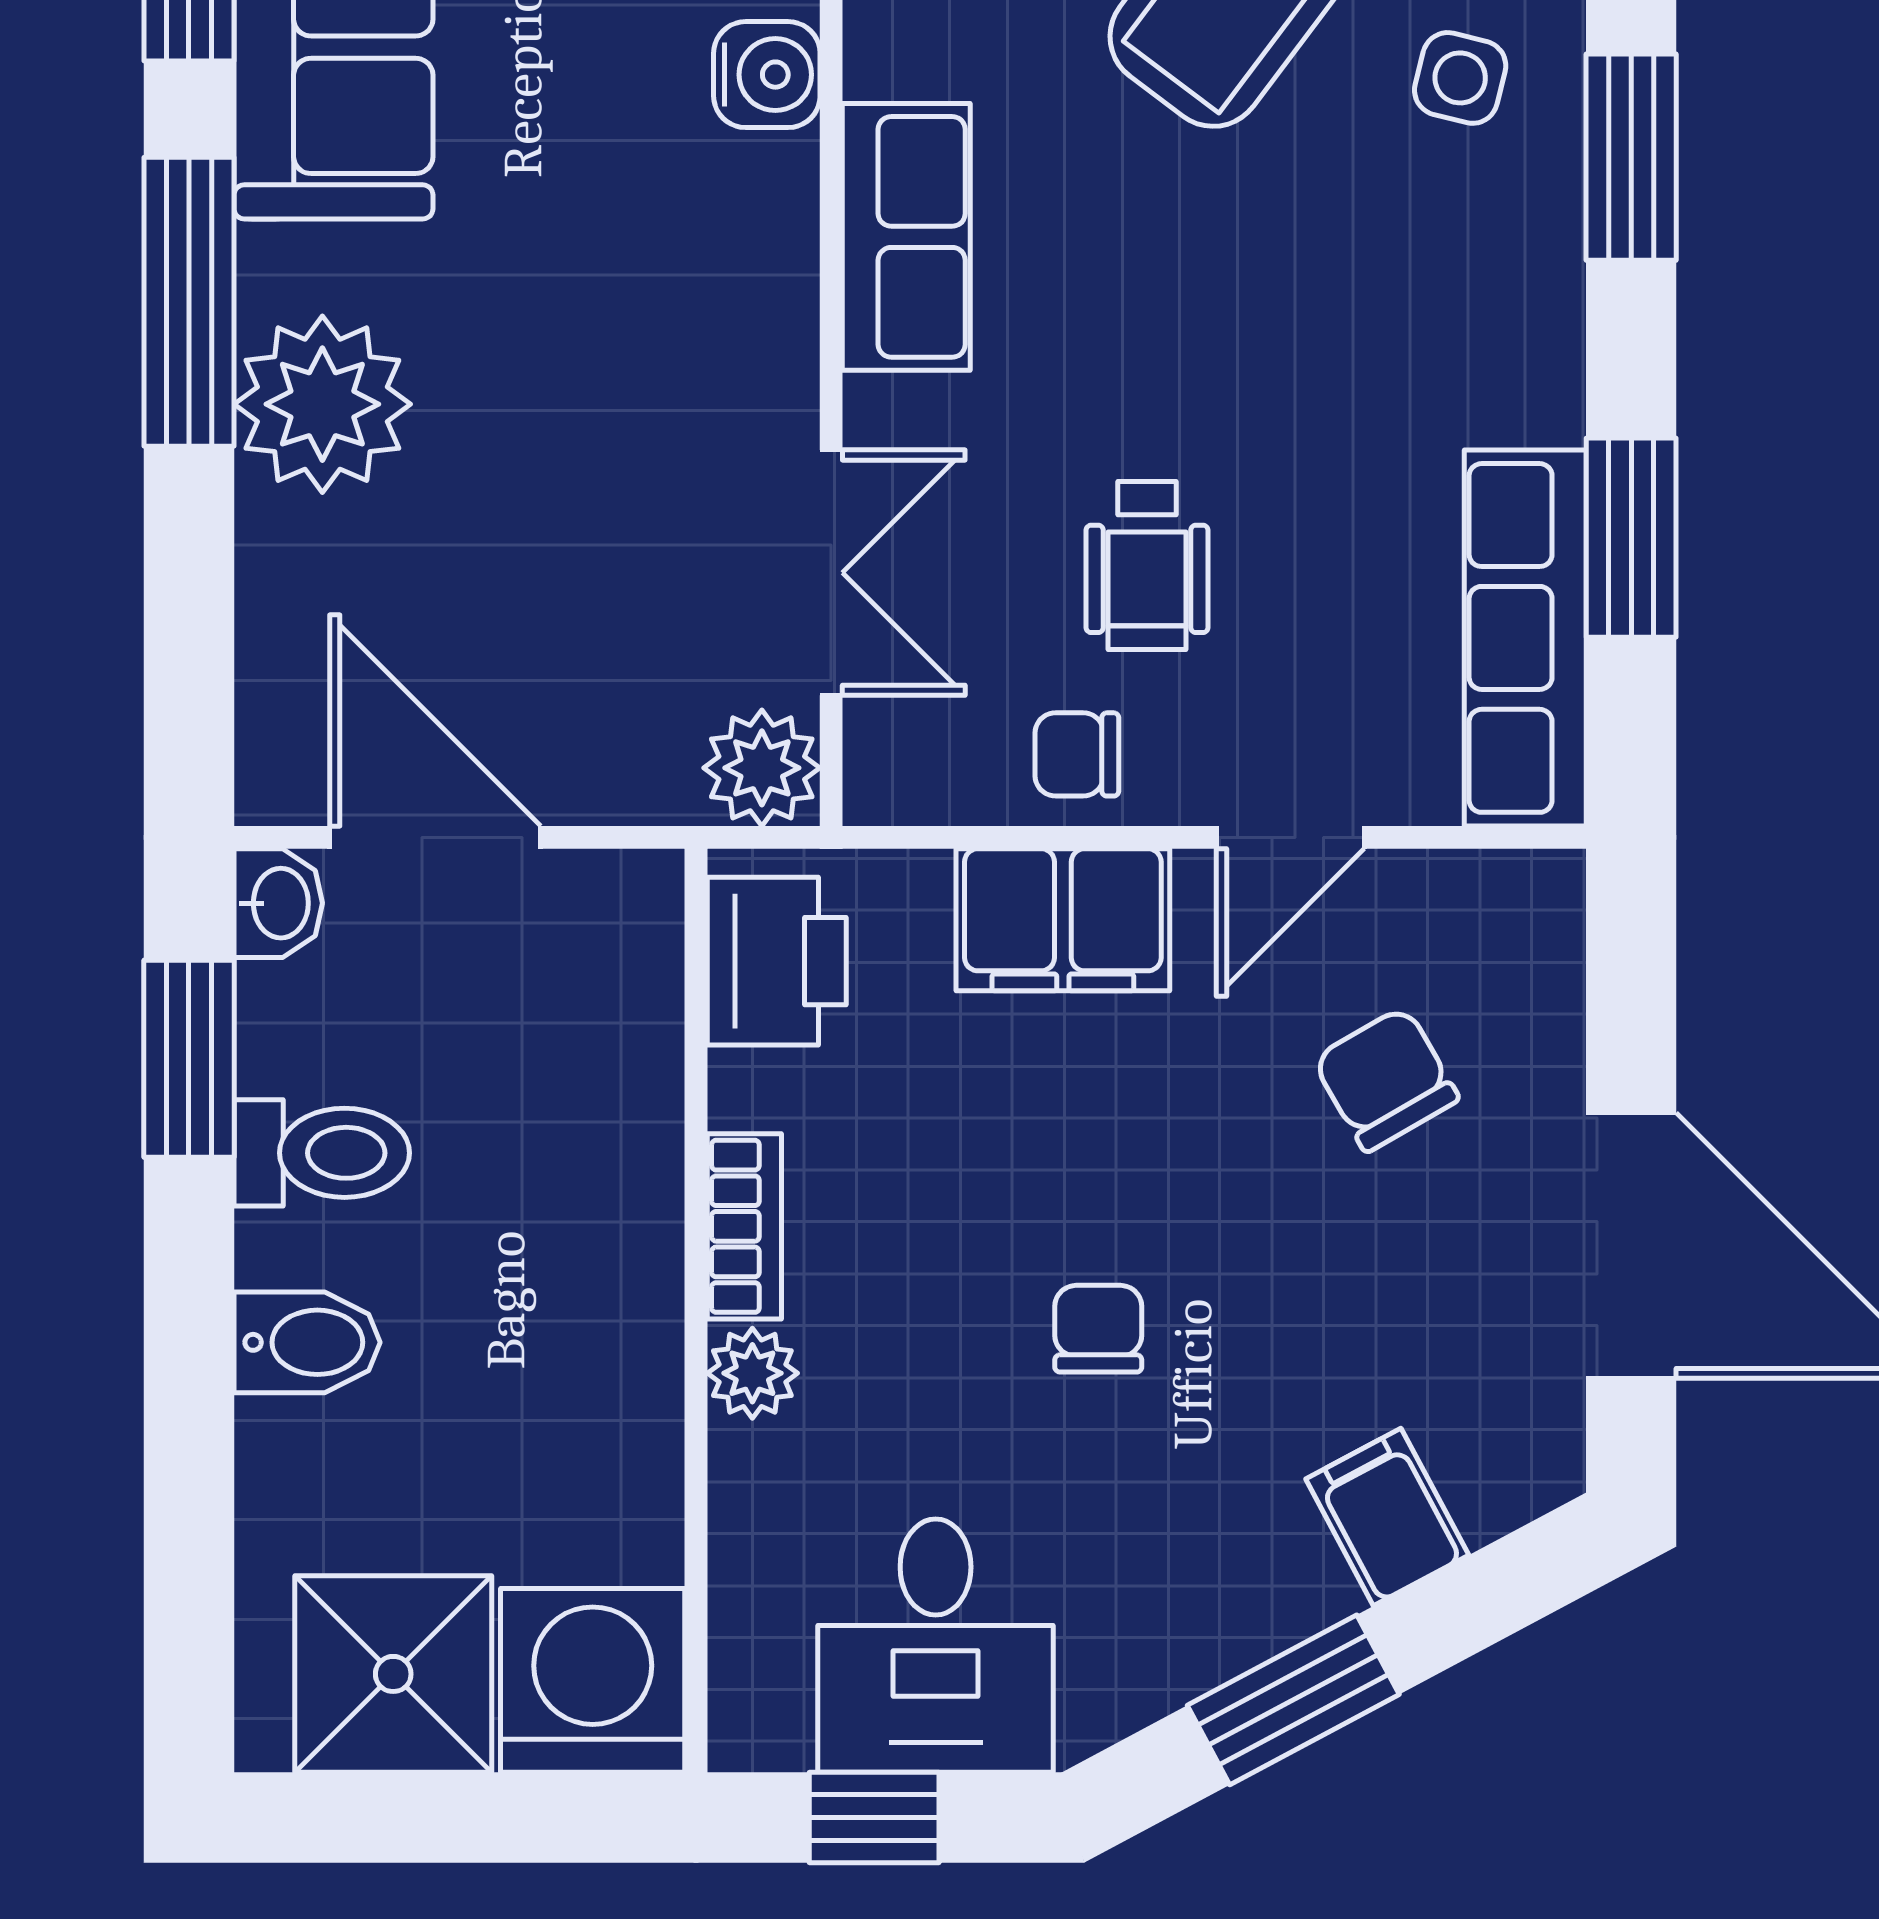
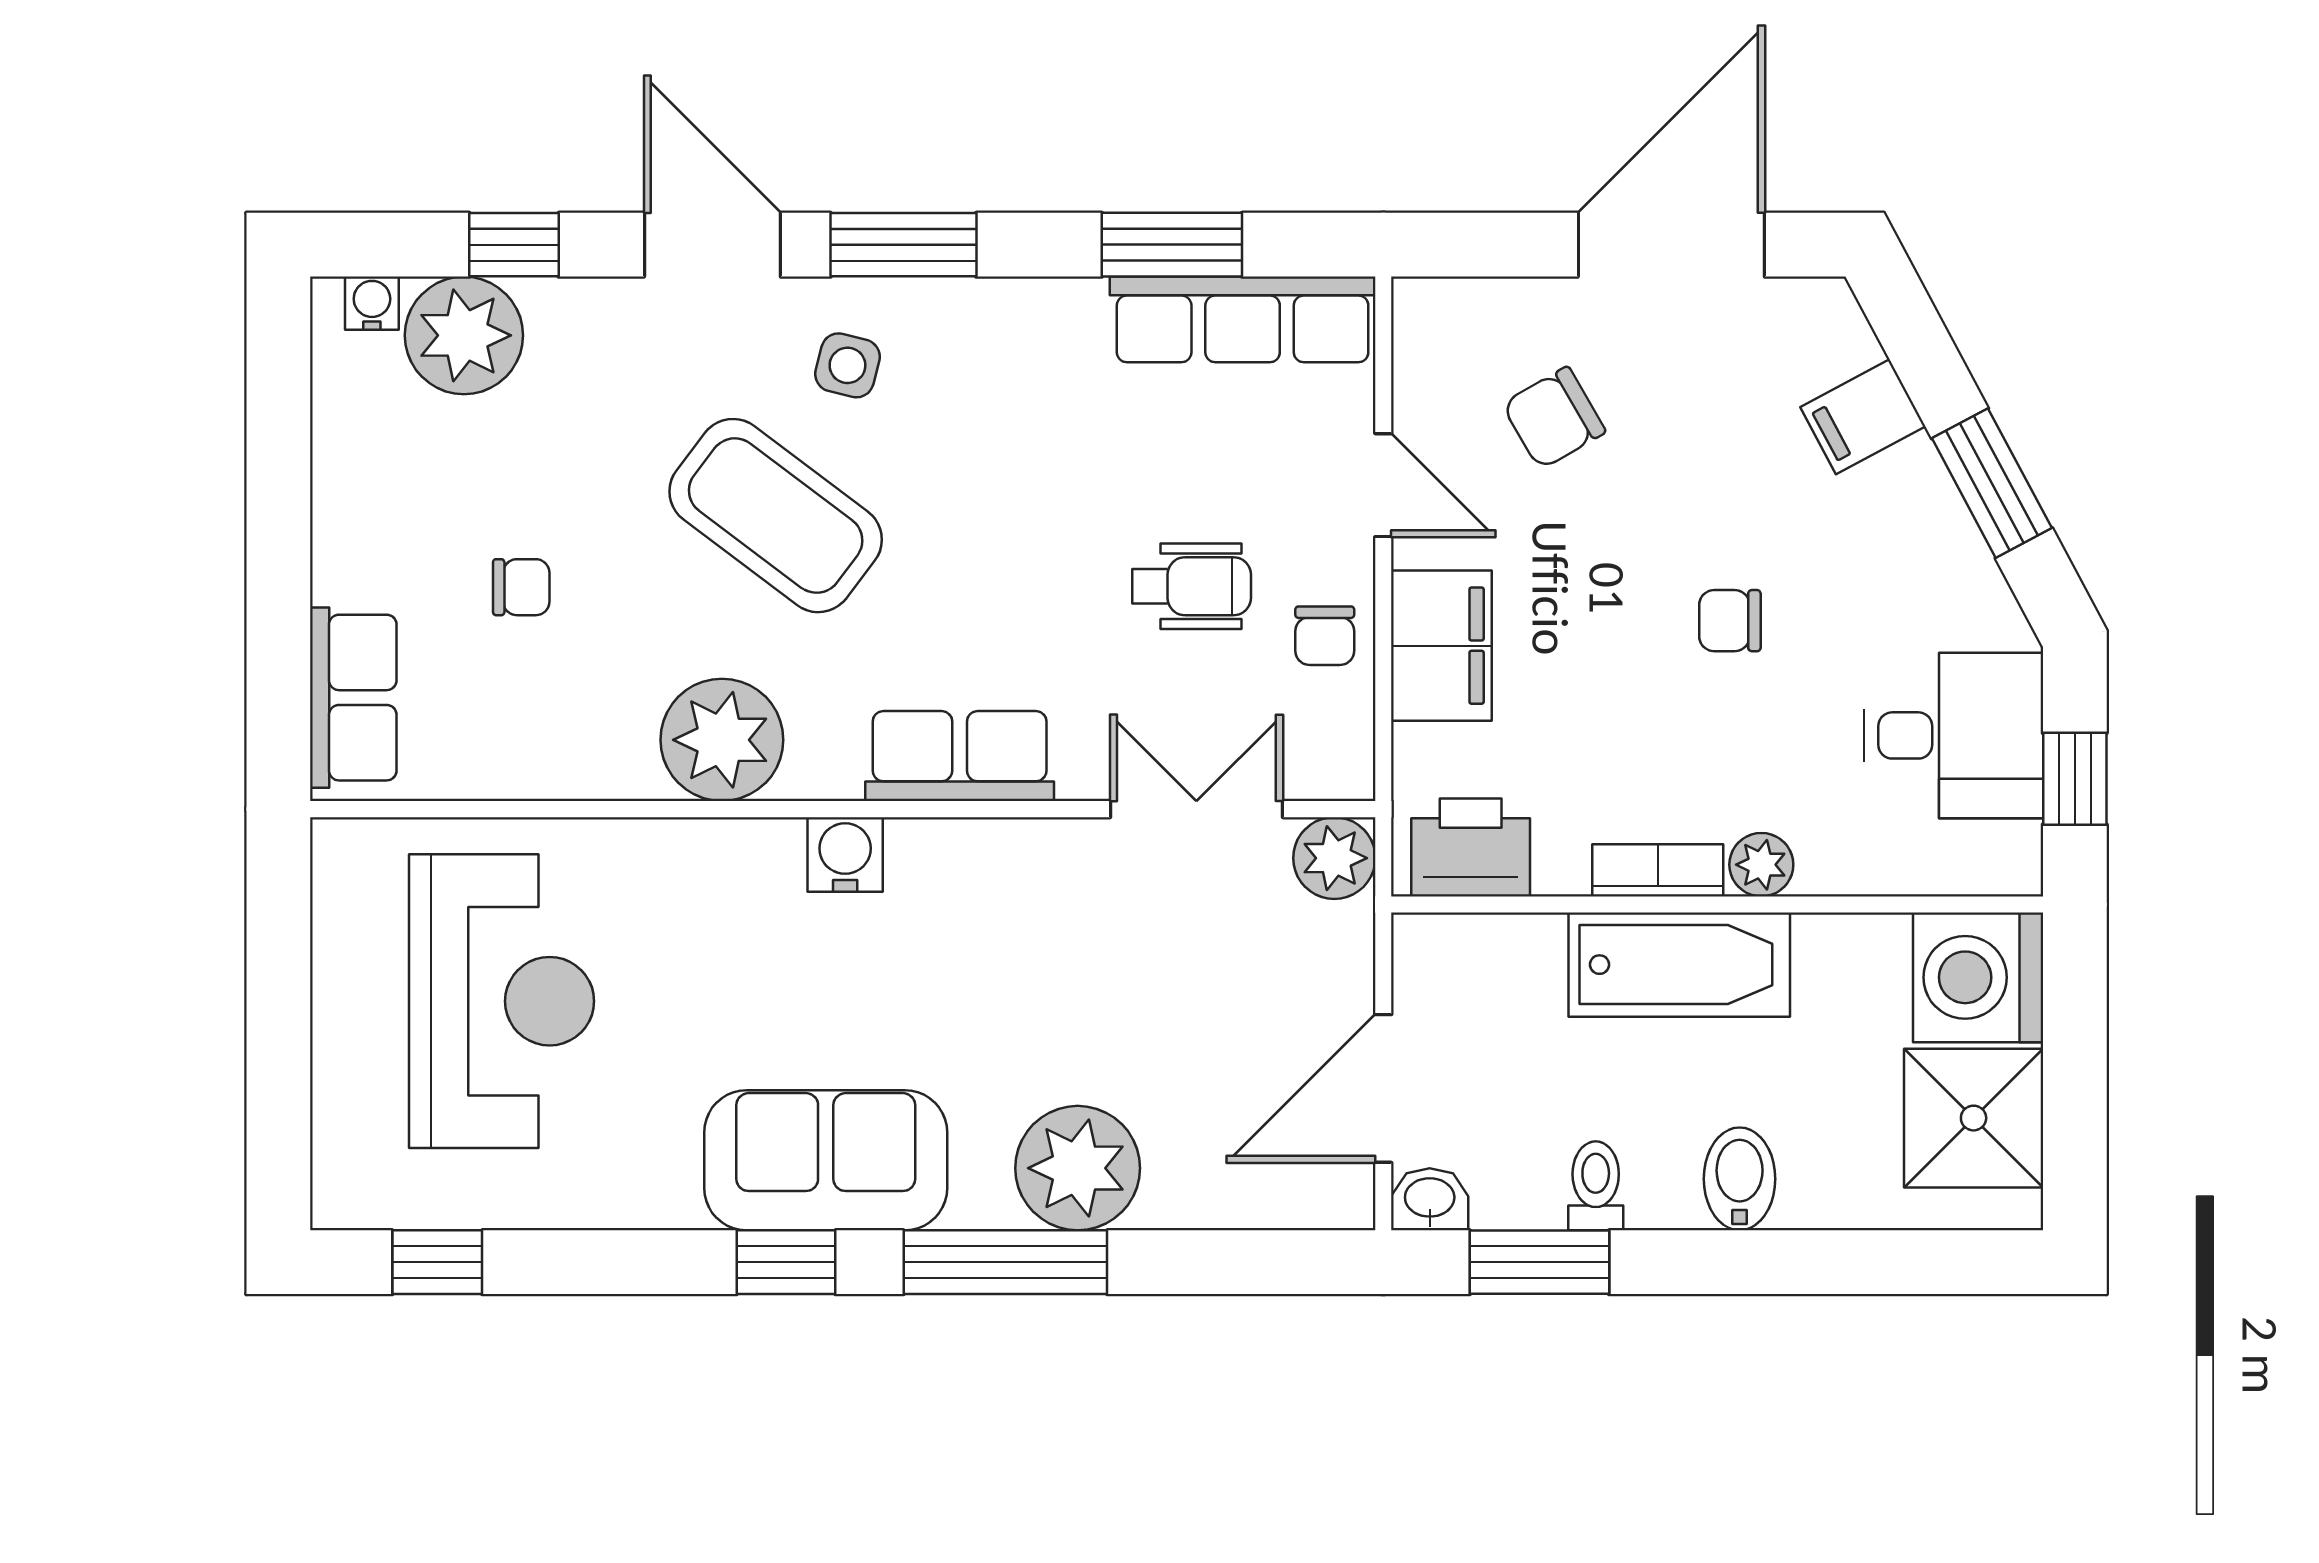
toilet: (322, 1153) -> (1596, 1186), width x0.73, depth x0.72
bathtub: (611, 1257) -> (1679, 965), added

